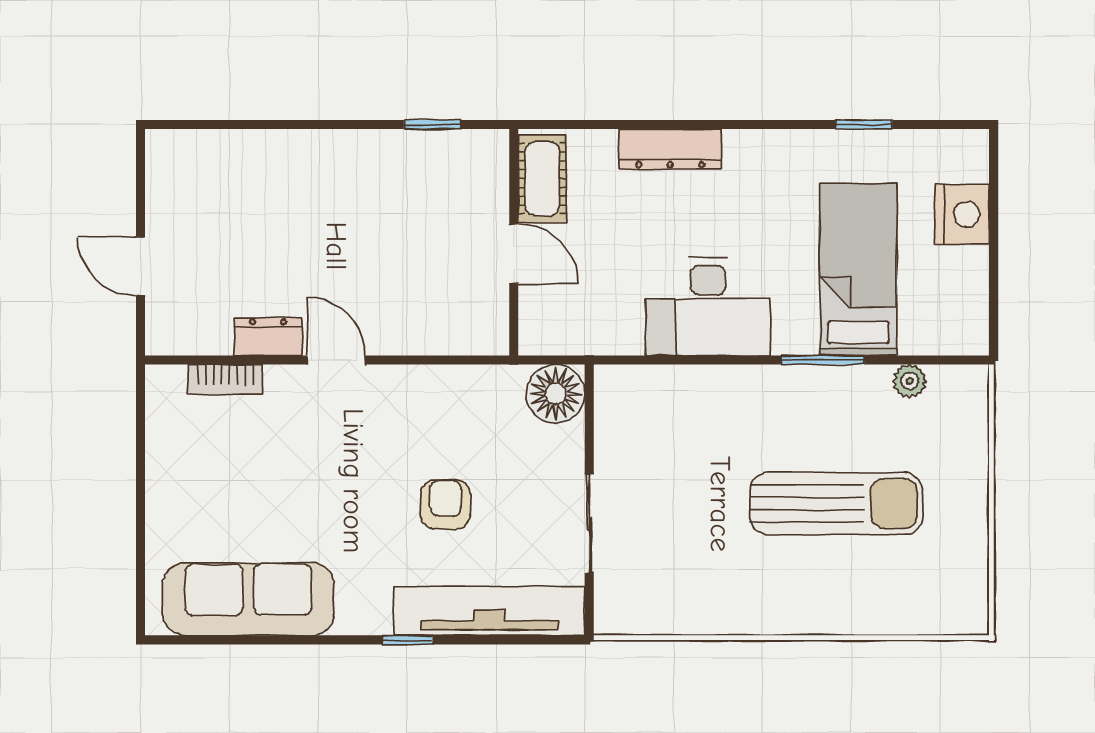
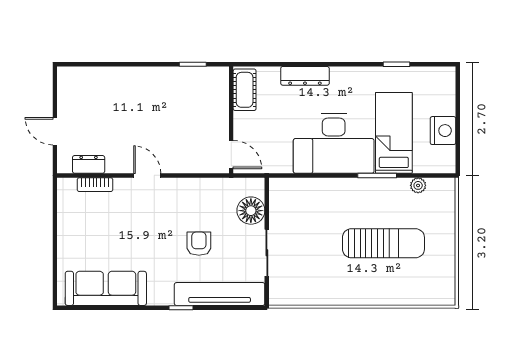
nightstand: (962, 214) -> (443, 131), moved
door: (514, 254) -> (231, 155), moved
desk: (708, 306) -> (334, 143), width x1.36, depth x1.30
dresser: (268, 337) -> (89, 164), moved
floor lamp: (556, 394) -> (251, 211), moved

